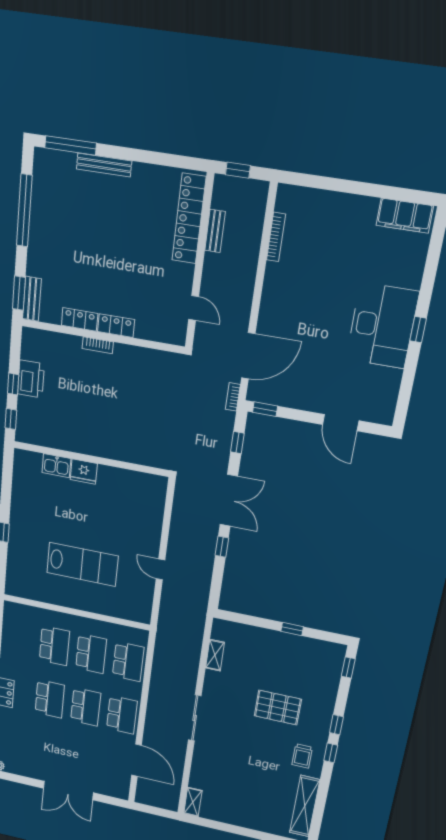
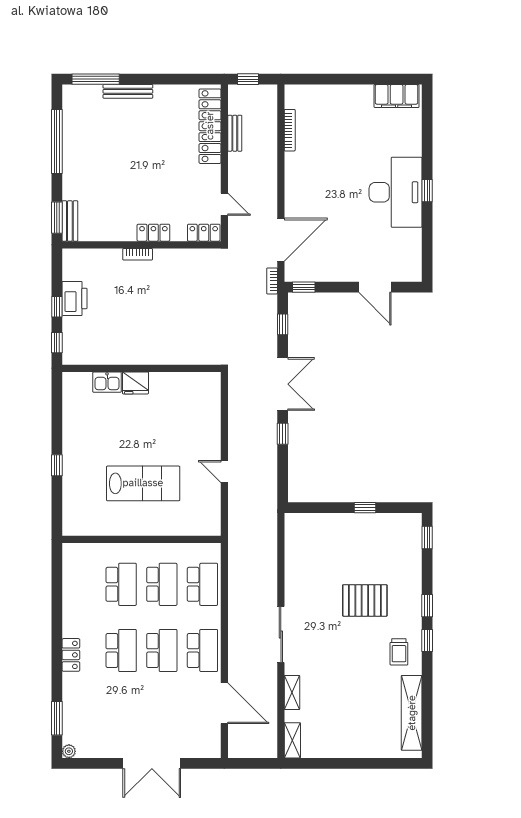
locker: (80, 319) -> (204, 233), moved
shelving: (215, 655) -> (292, 692), moved

